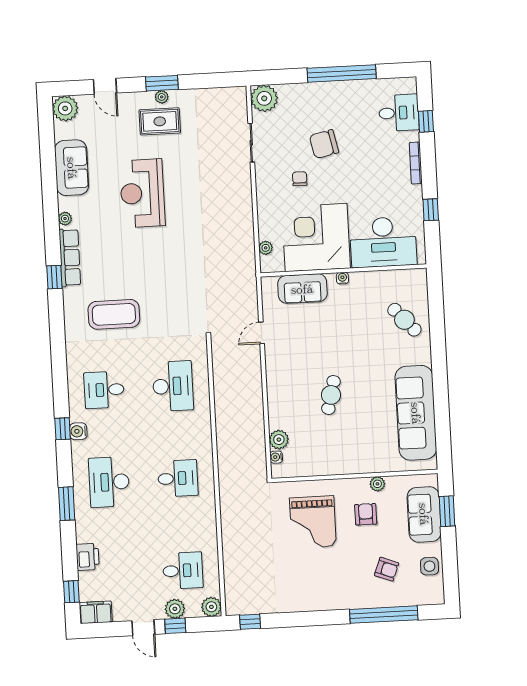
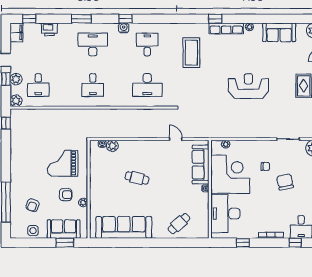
reception desk: (142, 193) -> (248, 86), moved
sofa: (302, 289) -> (201, 165), width x1.36

